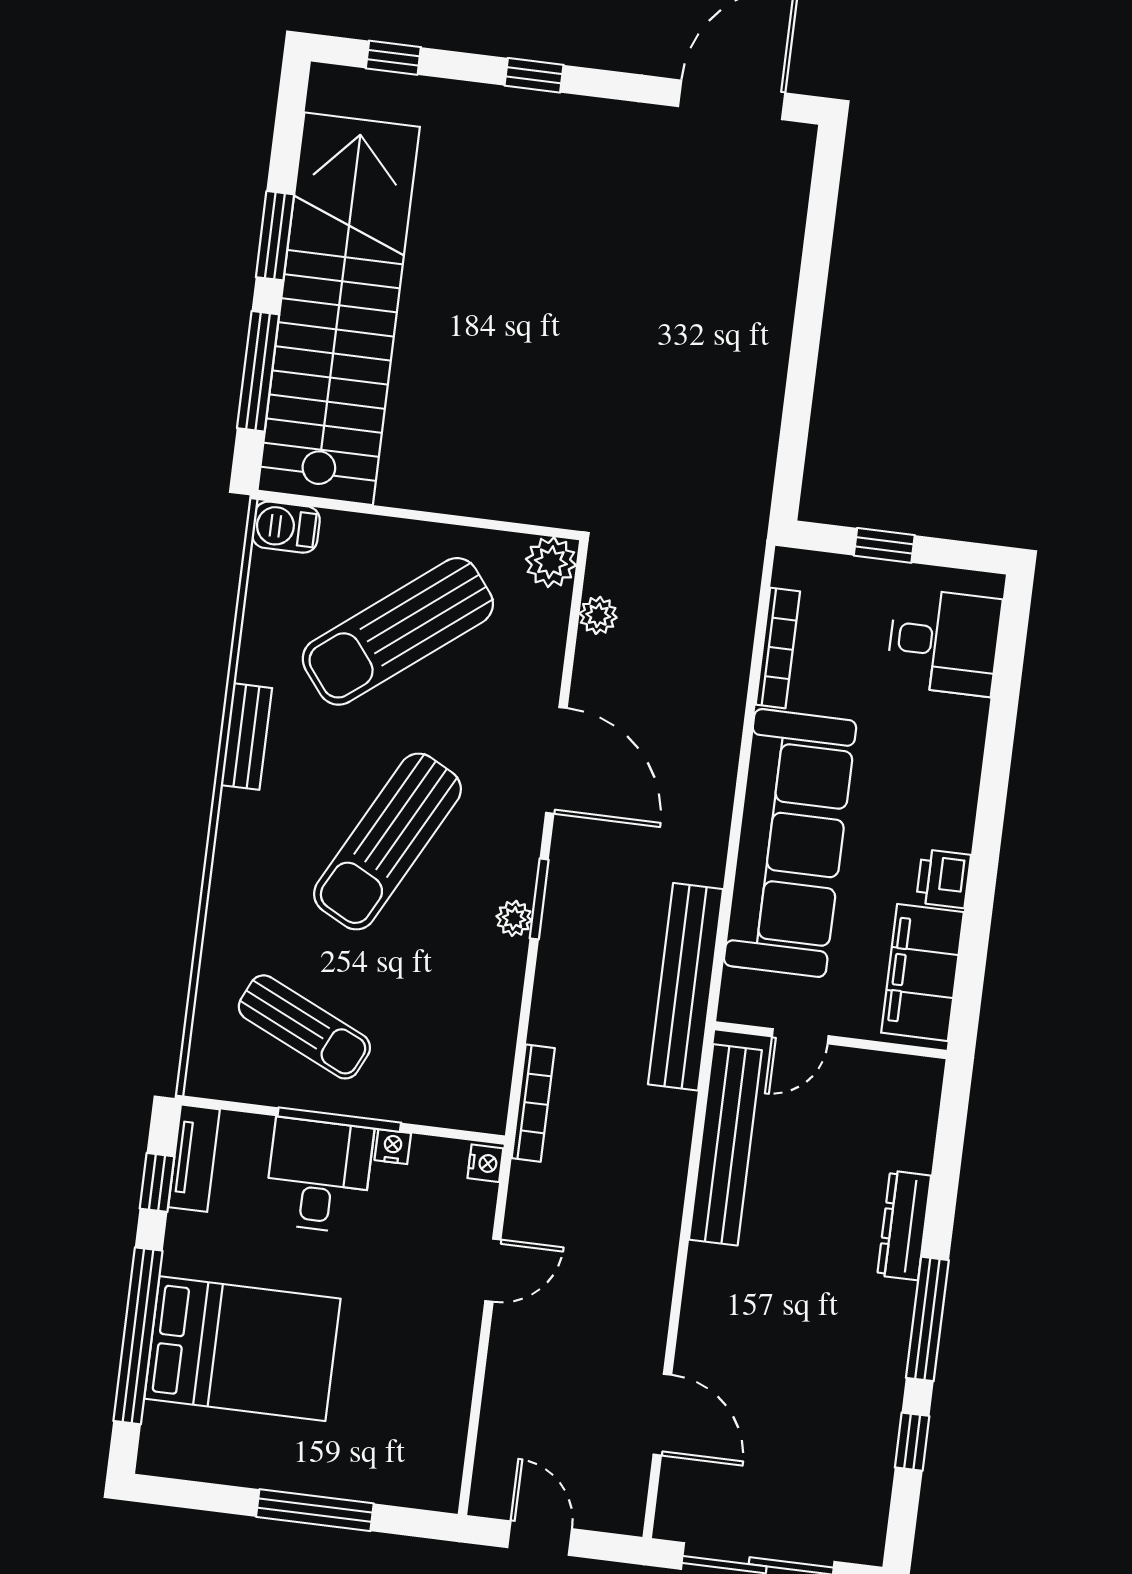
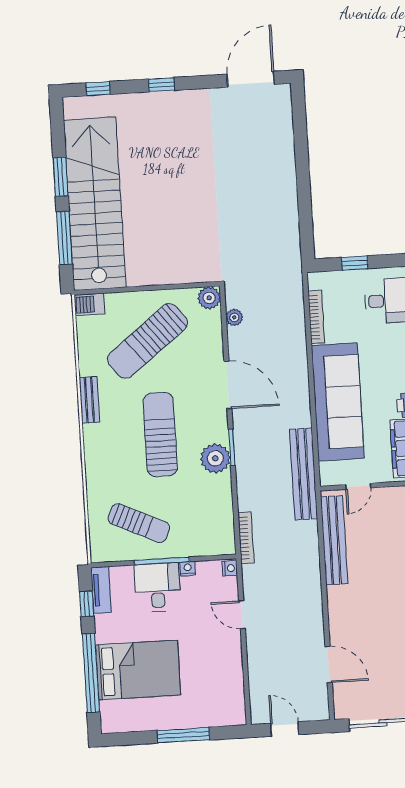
sun lounger: (387, 841) -> (160, 434), turned 152
plant: (514, 918) -> (215, 458), width x1.87, depth x1.87
door: (493, 1270) -> (242, 615), swing flipped

